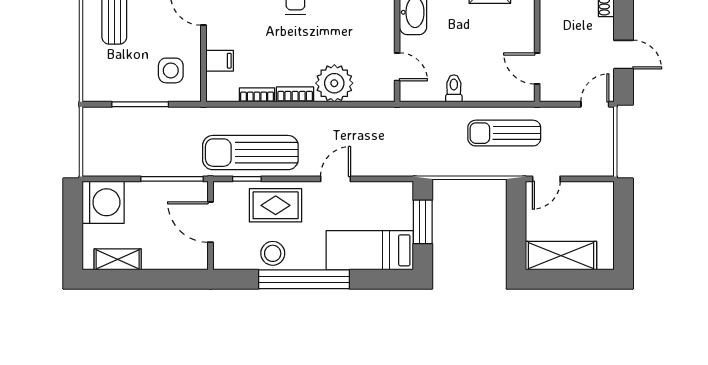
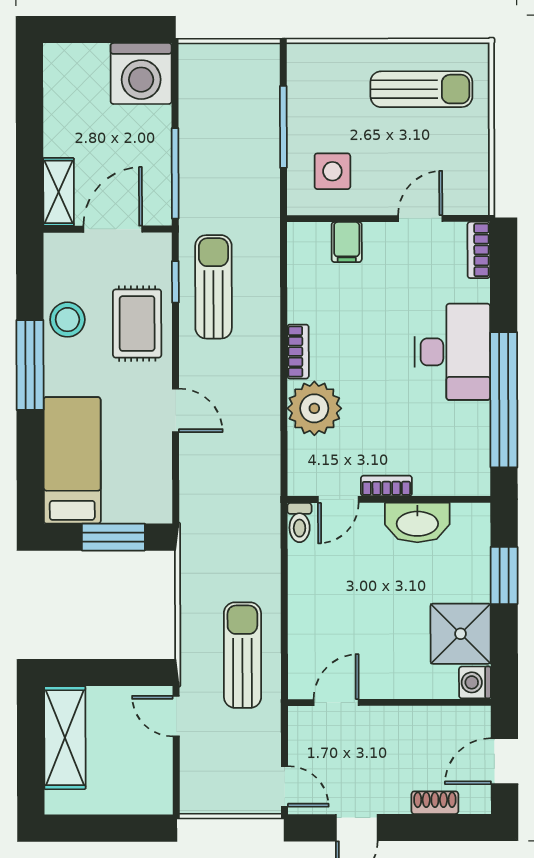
toilet: (454, 88) -> (300, 523), moved, turned 90
bookcase: (257, 95) -> (386, 486), moved, turned -90
sun lounger: (250, 153) -> (214, 287), width x0.73, depth x0.75
shelving: (118, 259) -> (59, 192), moved
window: (304, 279) -> (30, 365), width x0.68

